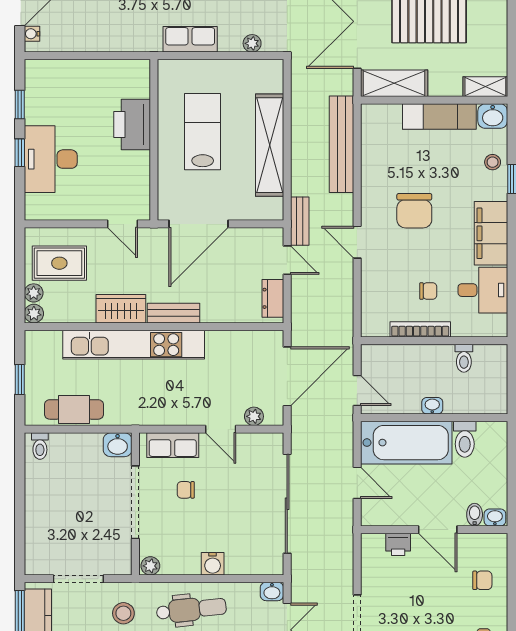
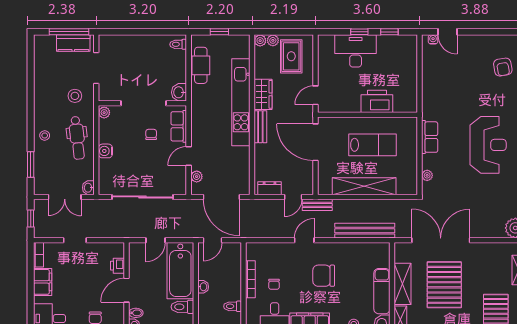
shelving: (394, 83) -> (402, 284), moved

